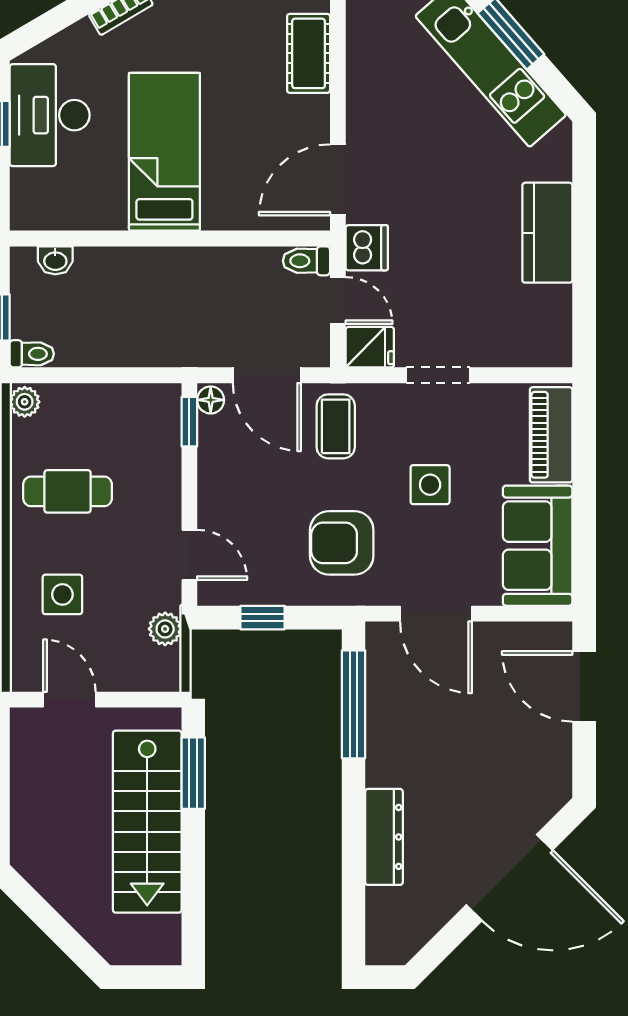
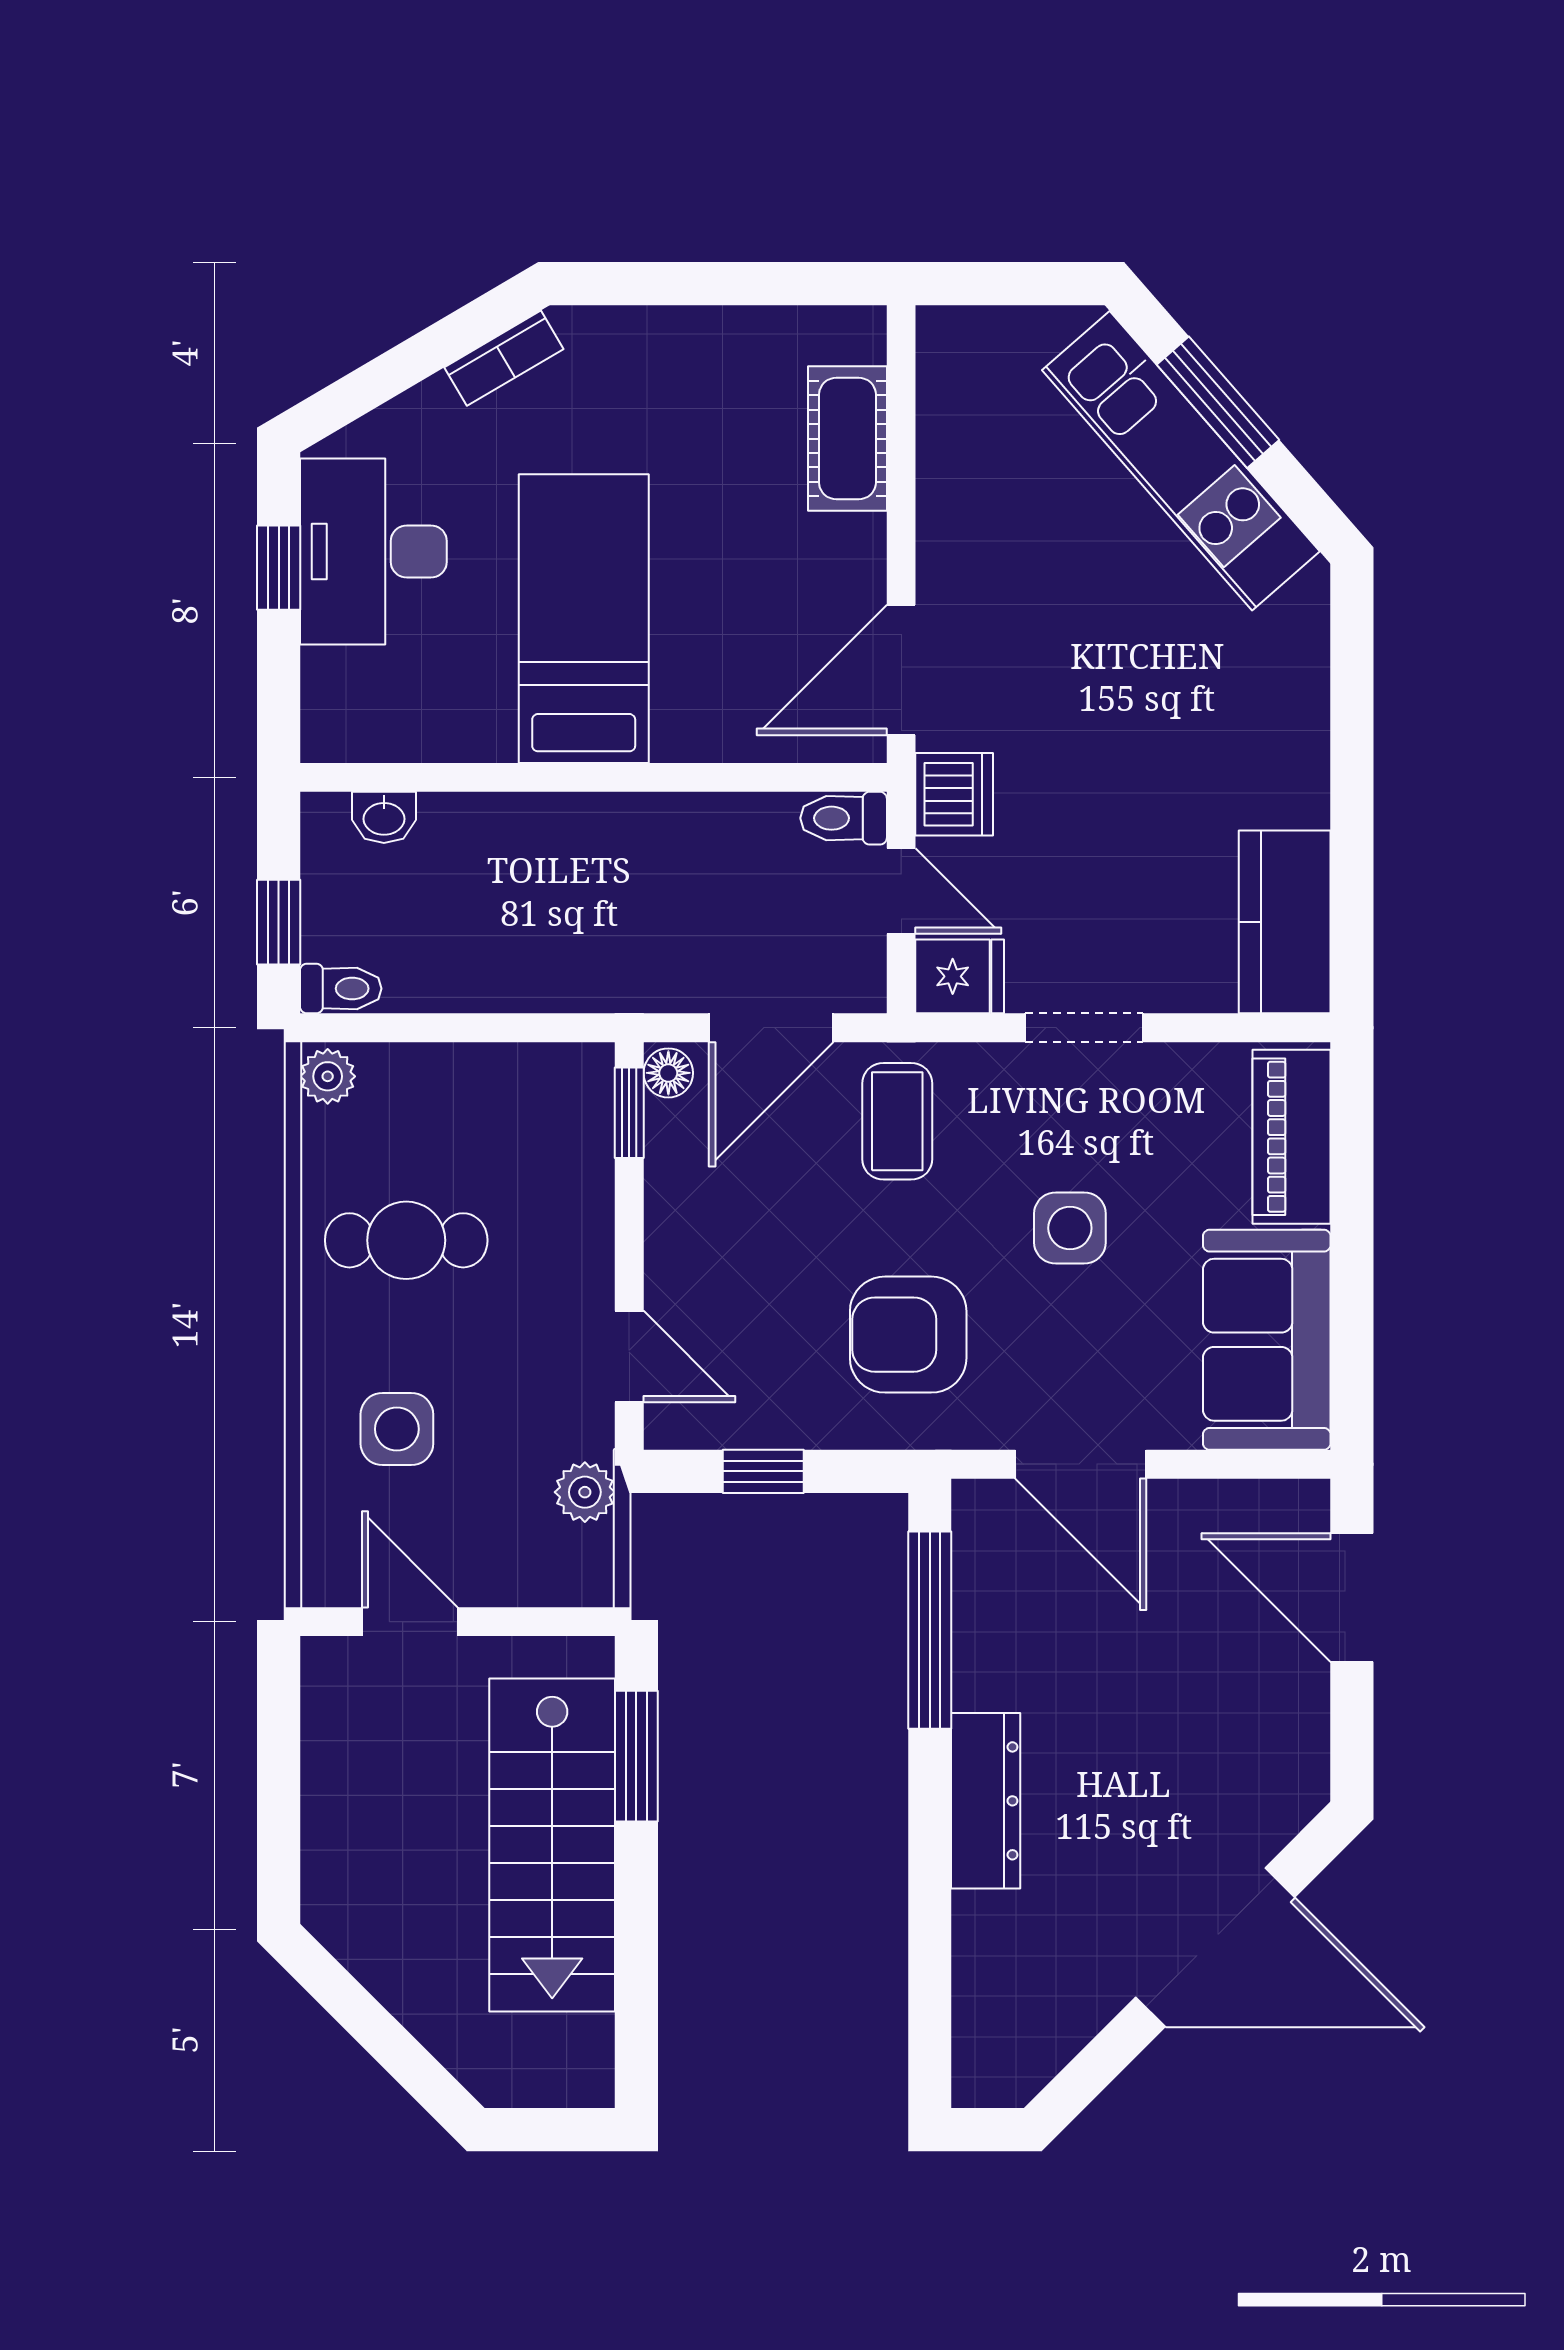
kitchen counter: (547, 233) -> (1285, 922), moved
door: (267, 375) -> (771, 1028), hinge flipped
dresser: (384, 837) -> (986, 1801), moved

